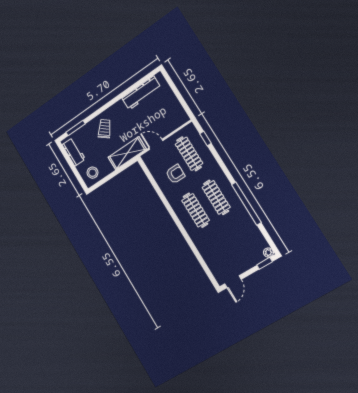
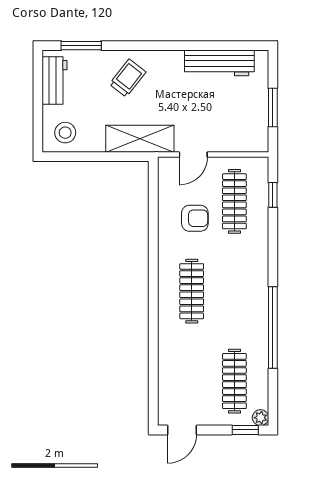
window: (179, 97) -> (273, 107), added
door: (156, 144) -> (193, 155), swing flipped
clothes rail: (216, 197) -> (234, 381), moved

